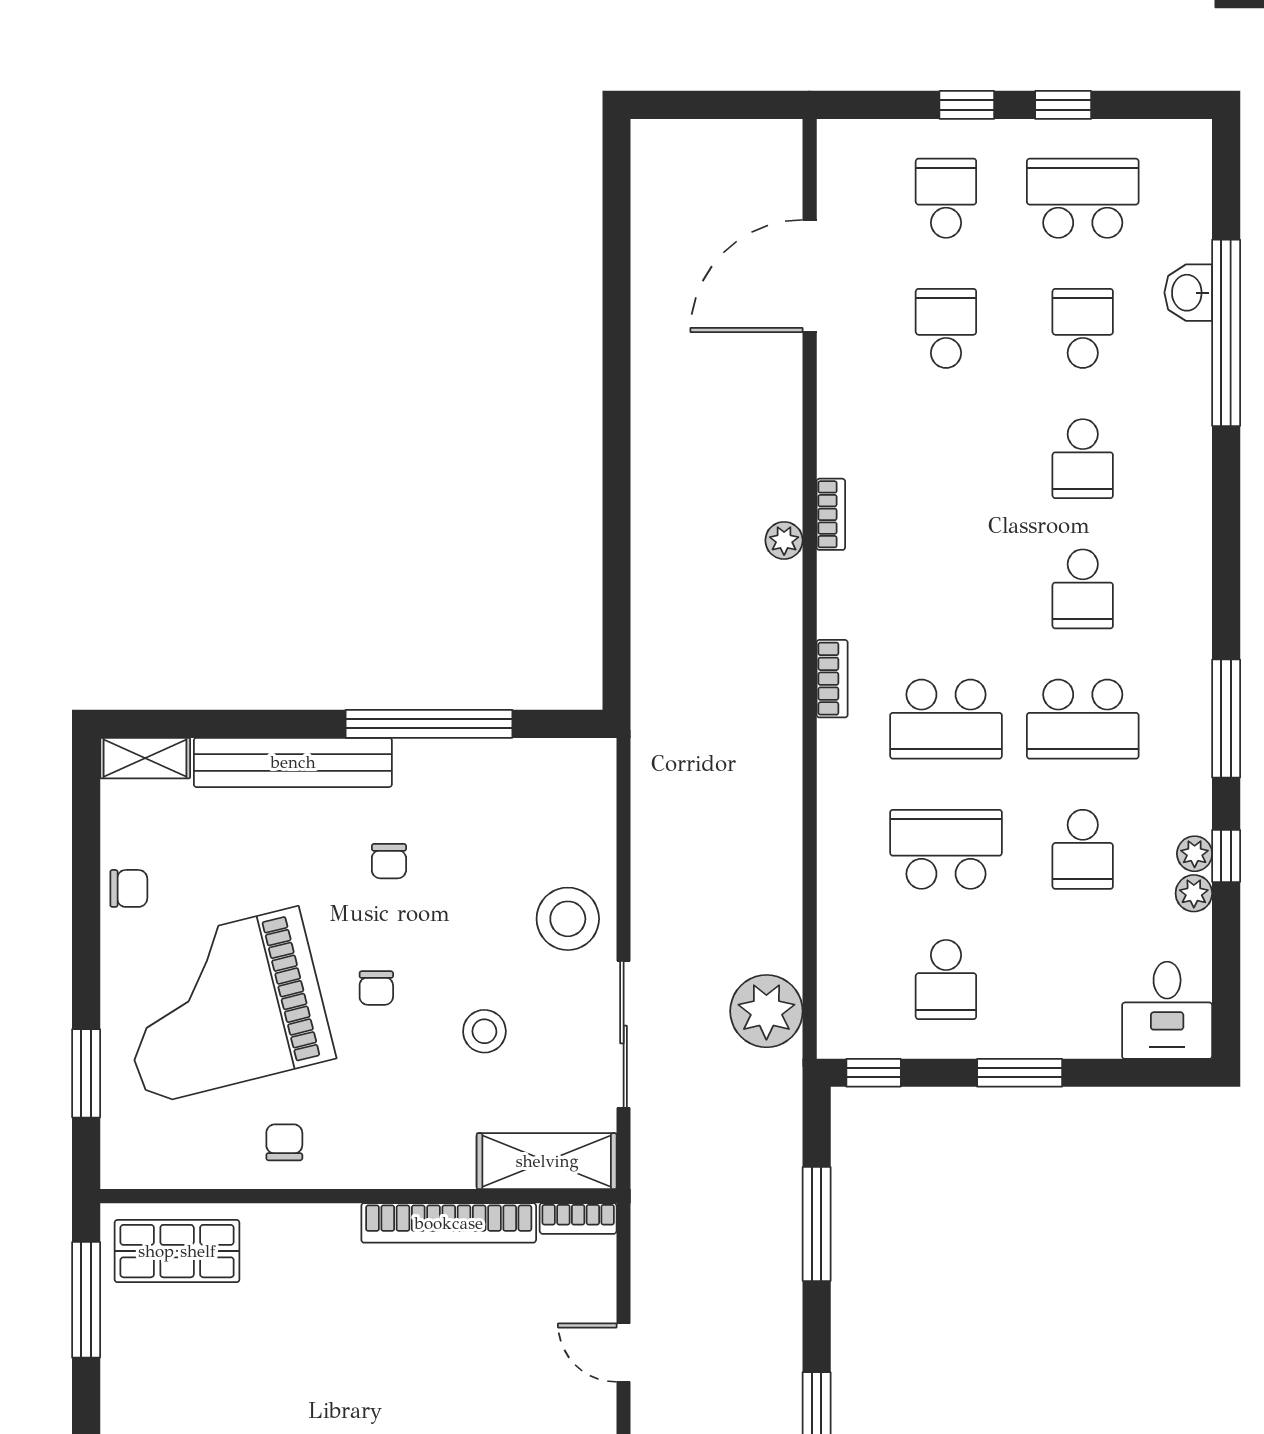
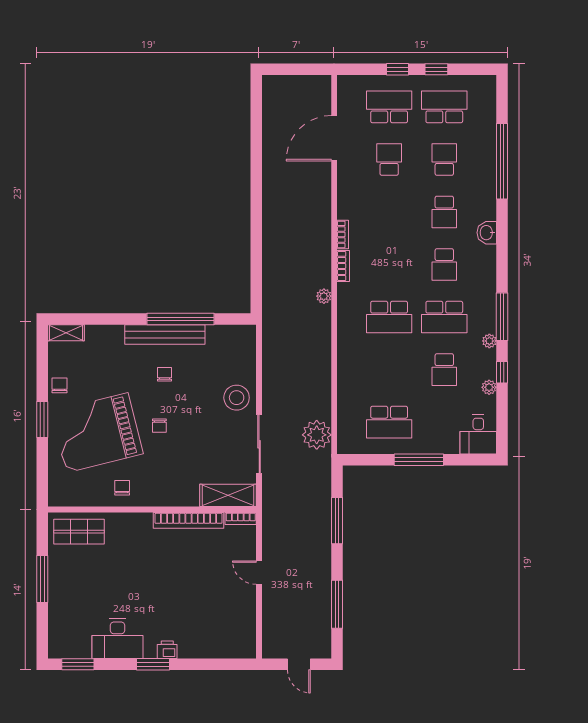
school desk: (946, 198) -> (389, 107), width x1.85
washbasin: (1188, 293) -> (487, 233), moved
plant: (784, 540) -> (324, 296), moved
bookcase: (832, 679) -> (343, 266), moved
bench: (293, 762) -> (165, 335), moved
school desk: (946, 849) -> (389, 370), removed
plant: (1195, 854) -> (489, 341), moved
chair: (389, 861) -> (164, 374), turned 180
chair: (129, 888) -> (59, 385), turned -90
school desk: (946, 980) -> (389, 422), width x1.85
stool: (484, 1031) -> (203, 443), removed
window: (86, 1073) -> (42, 419), moved
window: (874, 1073) -> (360, 460), removed
window: (1020, 1073) -> (419, 460), width x1.44
window: (86, 1300) -> (42, 579), moved

